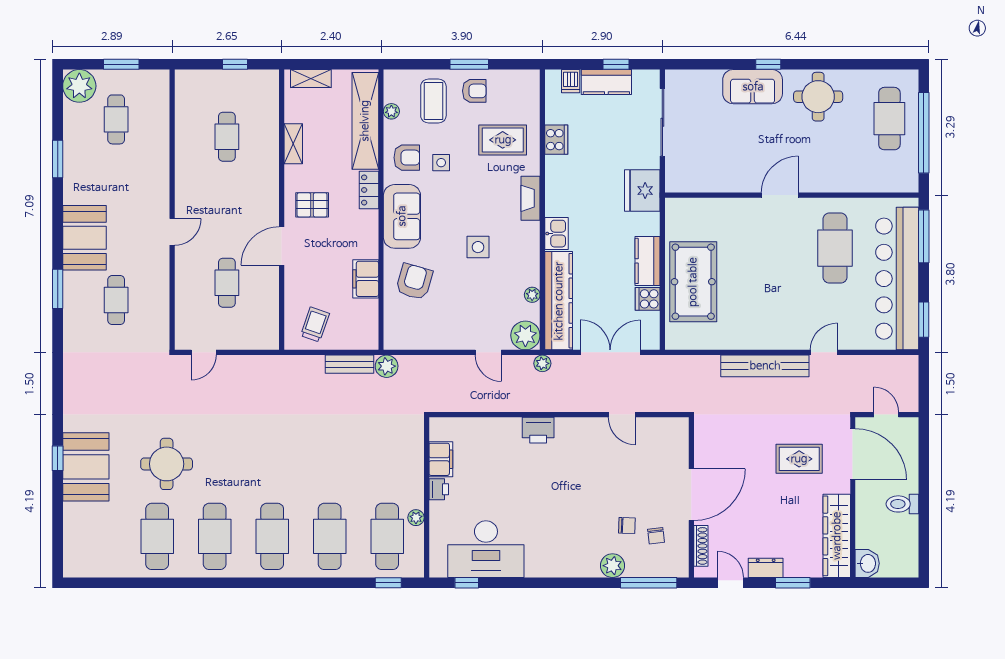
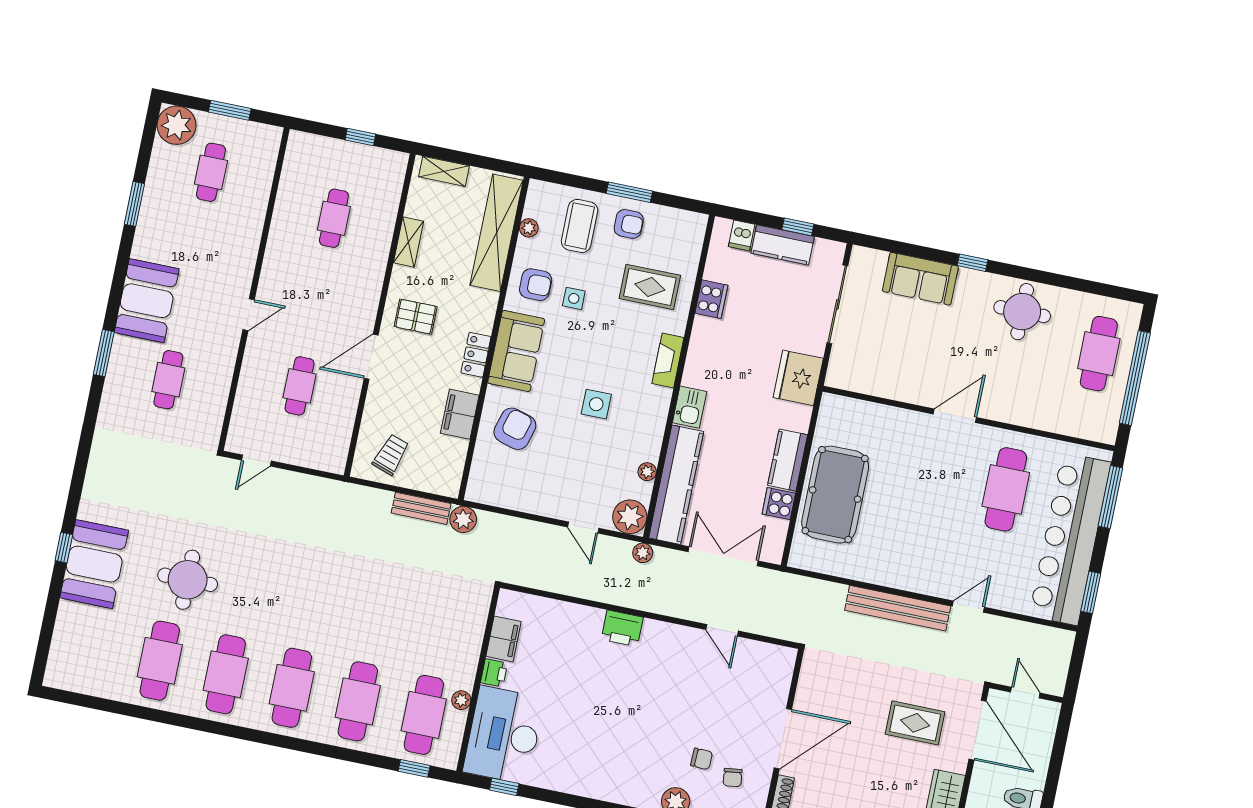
sofa: (753, 87) -> (920, 279), moved
locker: (369, 190) -> (476, 355), moved
desk: (486, 549) -> (504, 735), moved, turned 90

